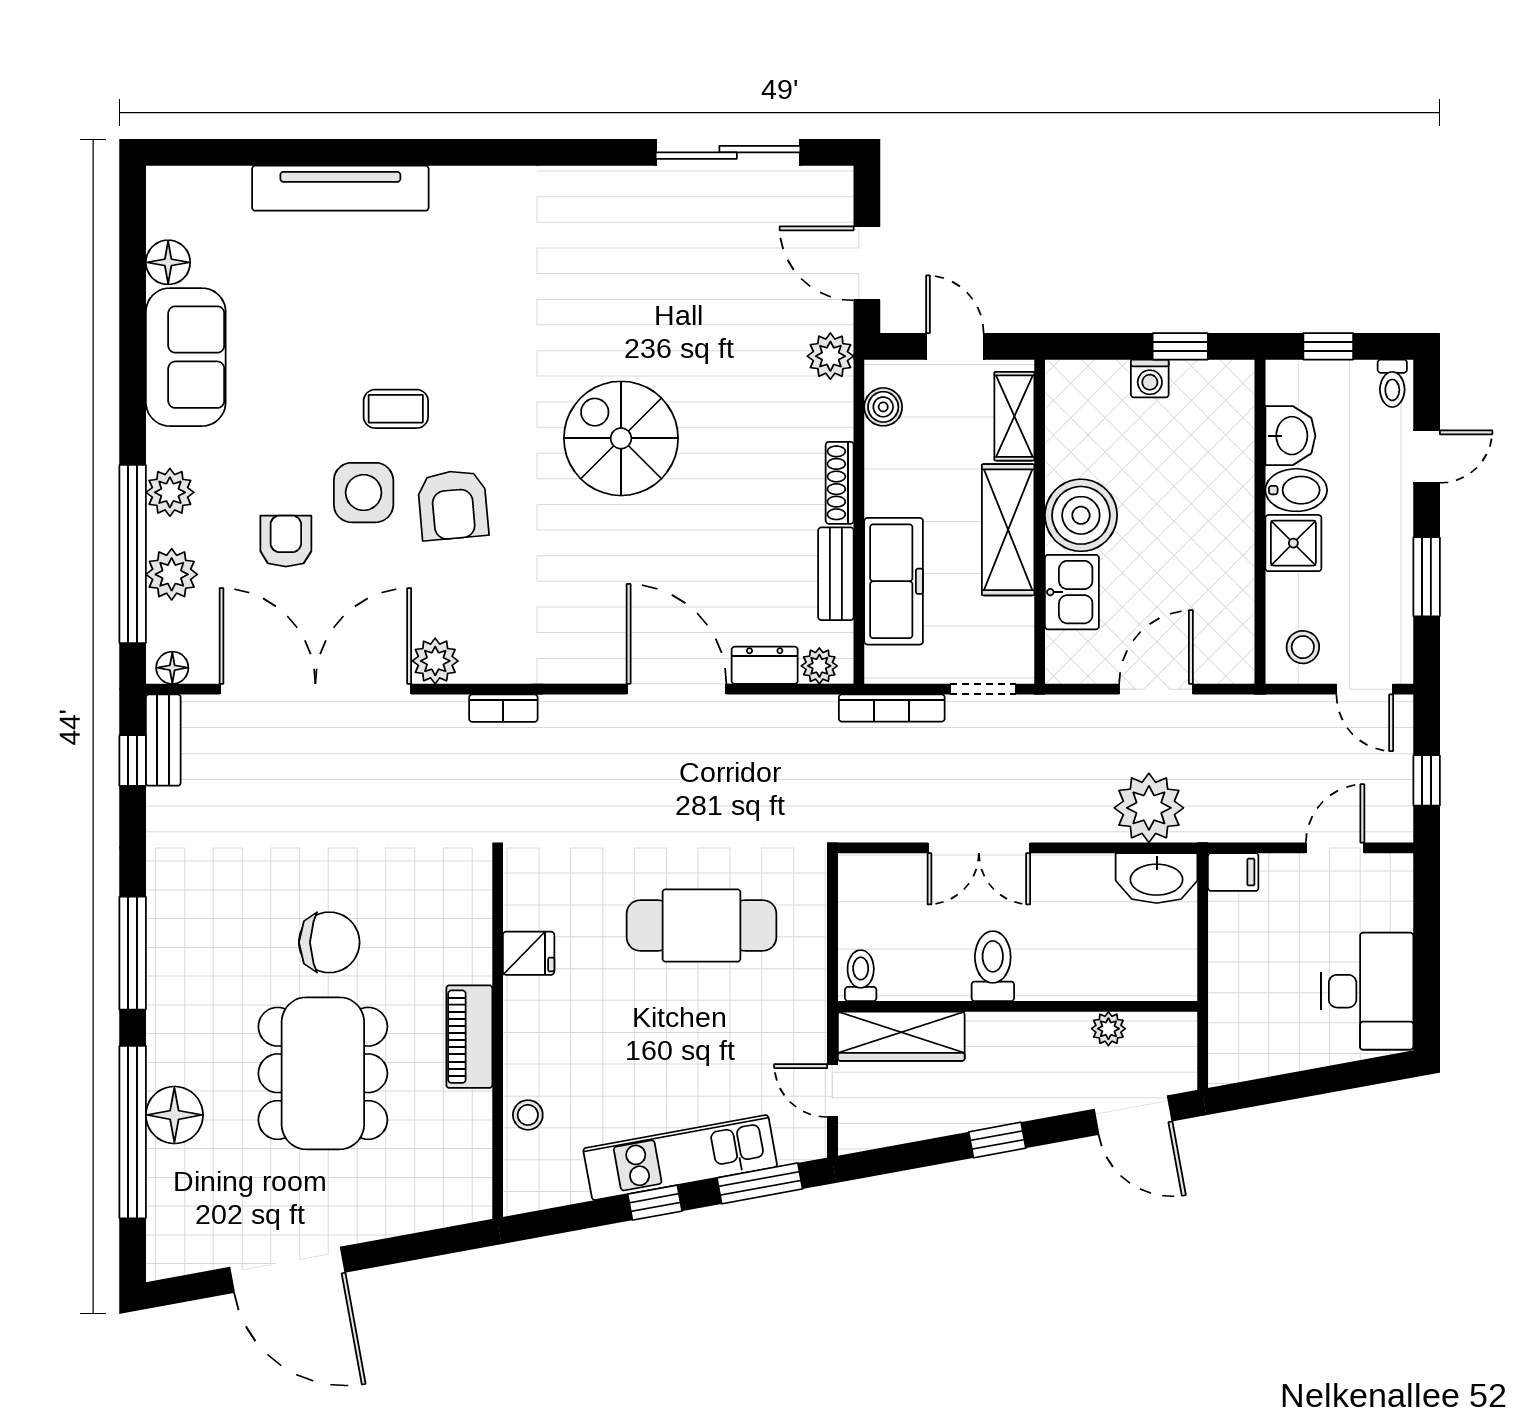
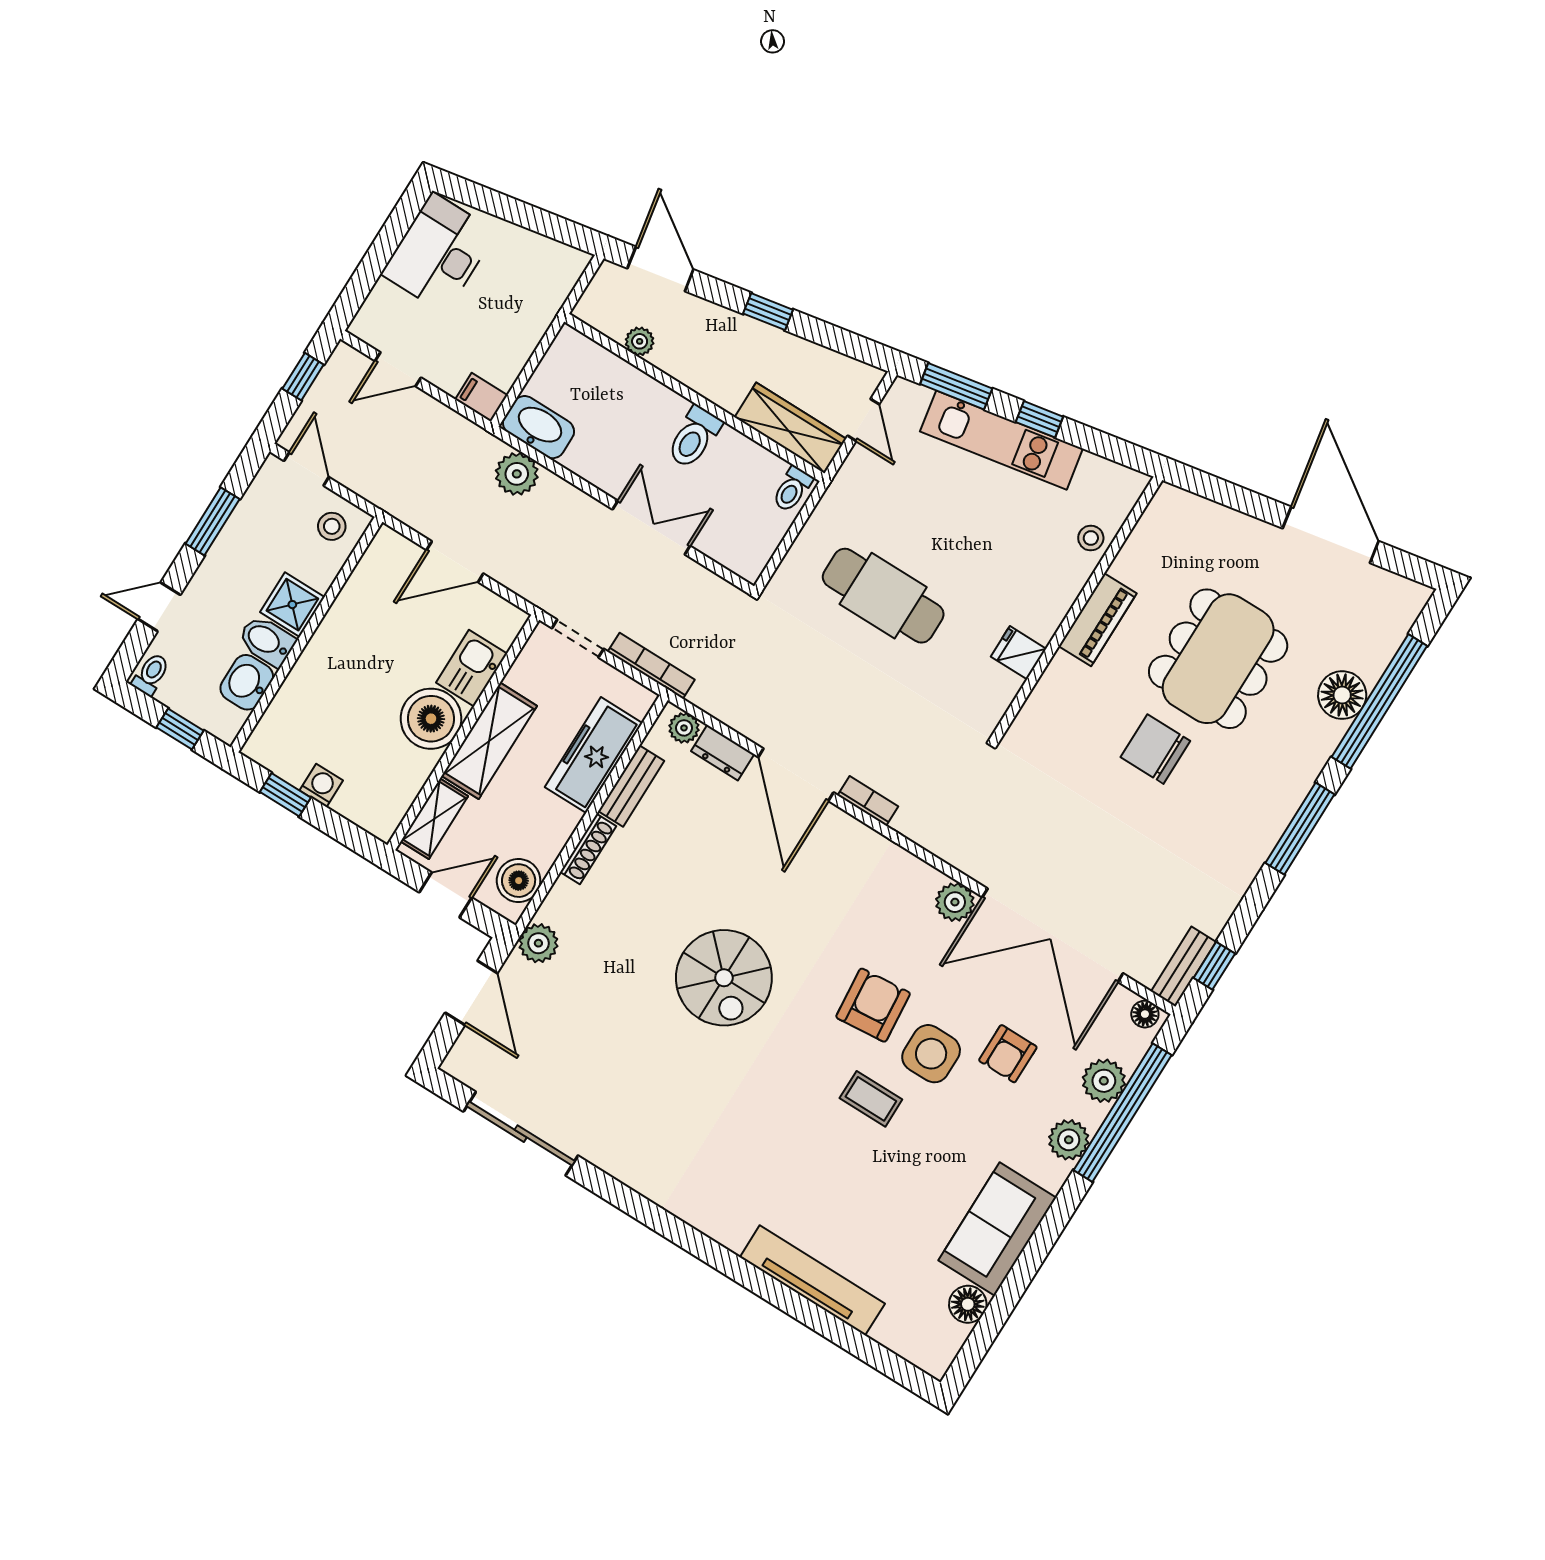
door: (955, 346) -> (446, 895), swing flipped
boiler: (883, 407) -> (519, 881), width x1.36, depth x1.36
bookcase: (503, 708) -> (868, 801), moved
plant: (1149, 808) -> (517, 474), width x0.73, depth x0.73

